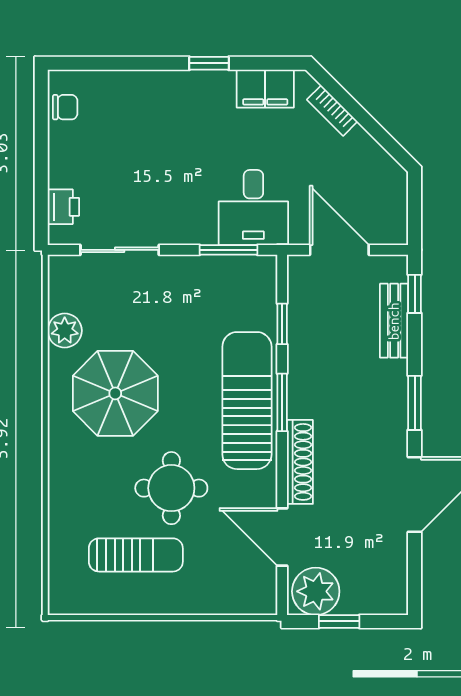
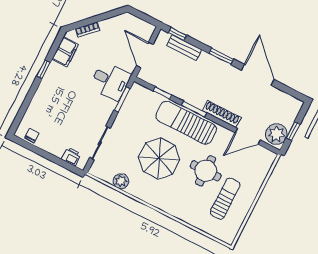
door: (339, 250) -> (145, 55), hinge flipped
parasol: (115, 393) -> (159, 158), moved

